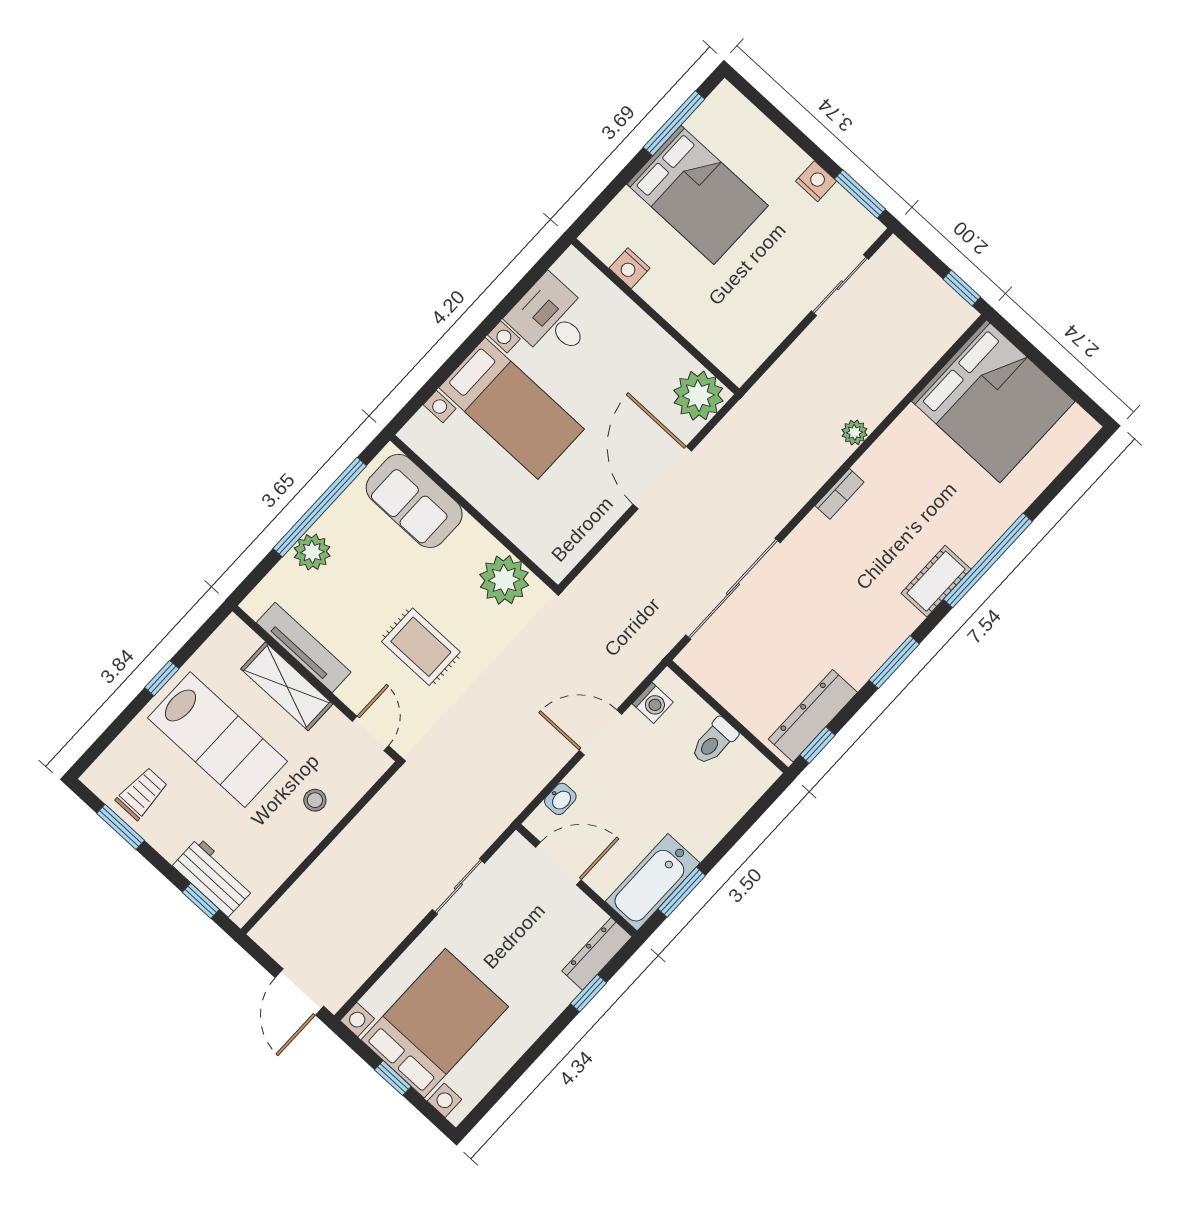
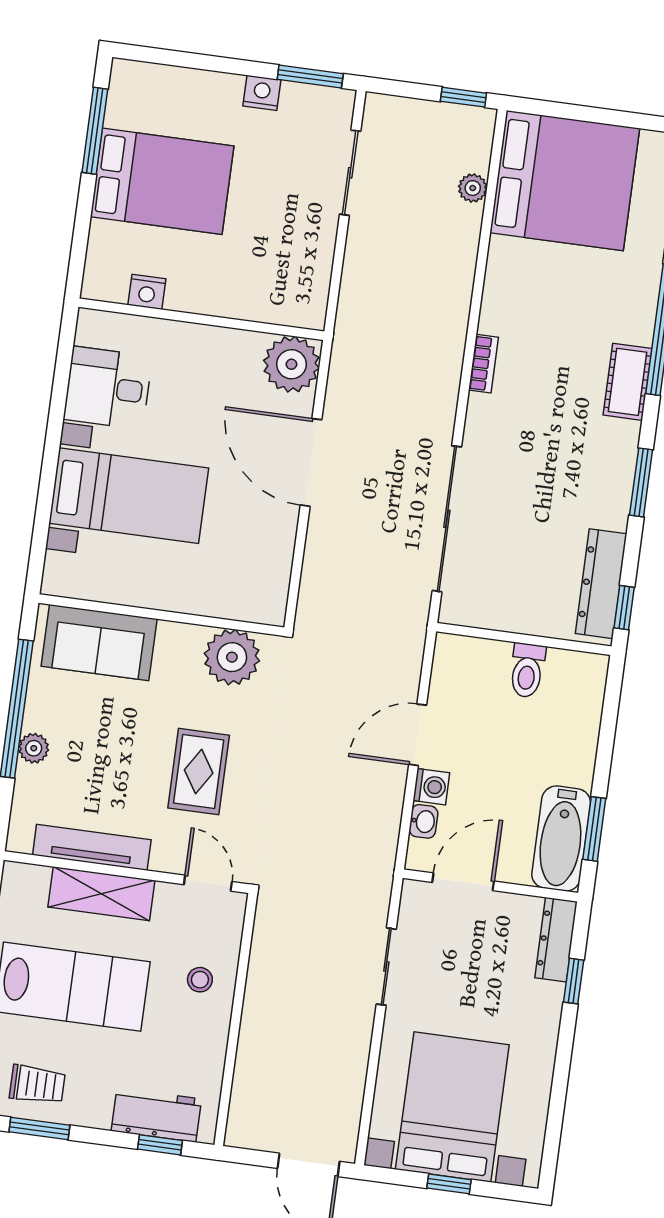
plant: (855, 432) -> (473, 188), moved
plant: (312, 552) -> (34, 748), width x0.73, depth x0.73
rug: (421, 647) -> (199, 772), turned 90
washing machine: (653, 703) -> (431, 787), moved
trolley: (142, 794) -> (37, 1084), turned 90

